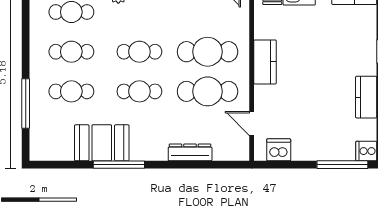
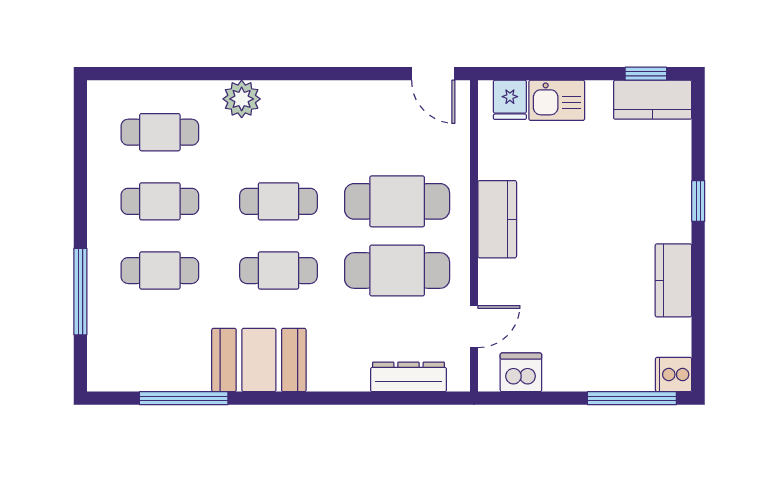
door: (252, 124) -> (474, 327), swing flipped
booth: (102, 143) -> (259, 360), moved
dresser: (190, 152) -> (408, 377), moved
window: (119, 165) -> (184, 398), moved

